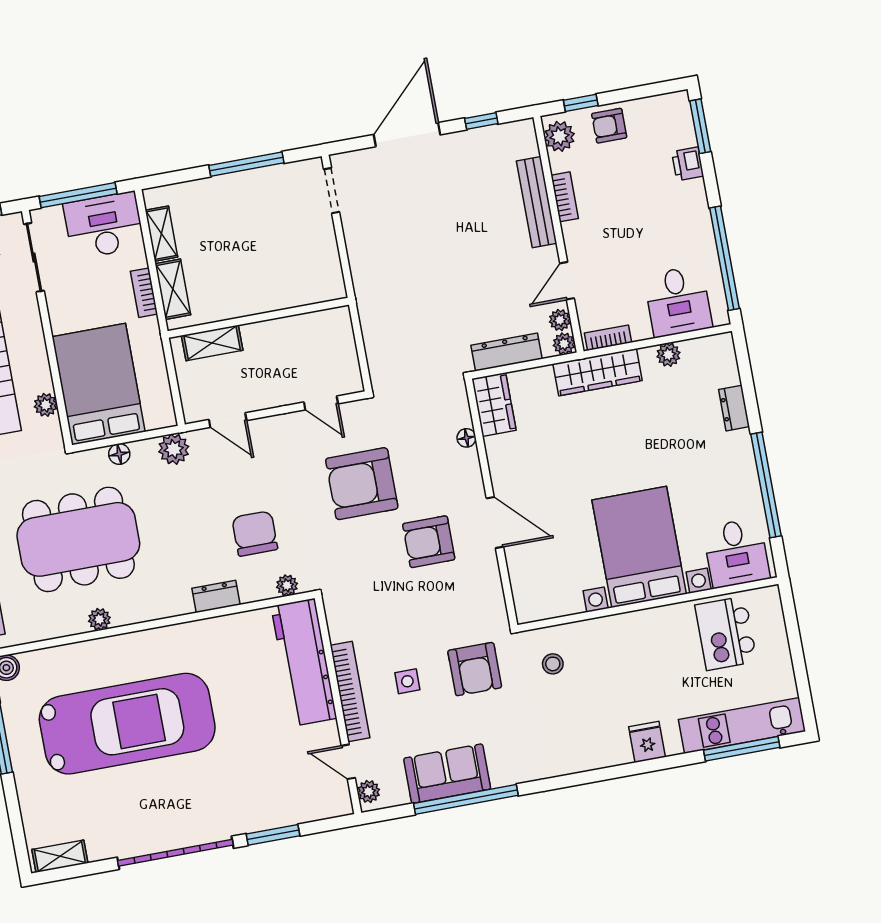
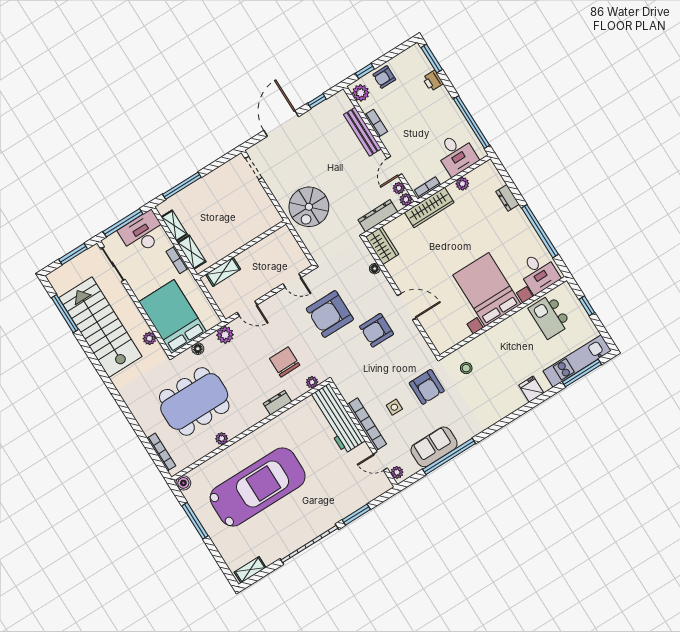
window: (246, 164) -> (182, 186), moved
spiral stairs: (398, 291) -> (309, 207), added
window: (795, 640) -> (587, 306), added

